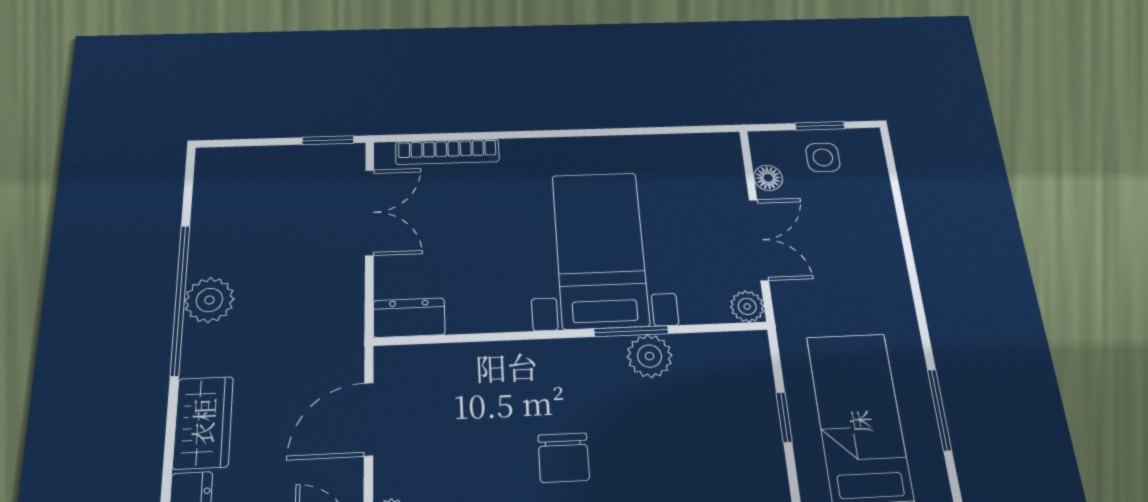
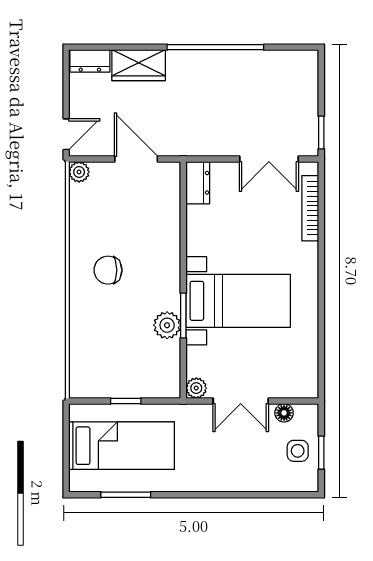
plant: (209, 300) -> (214, 64), removed

